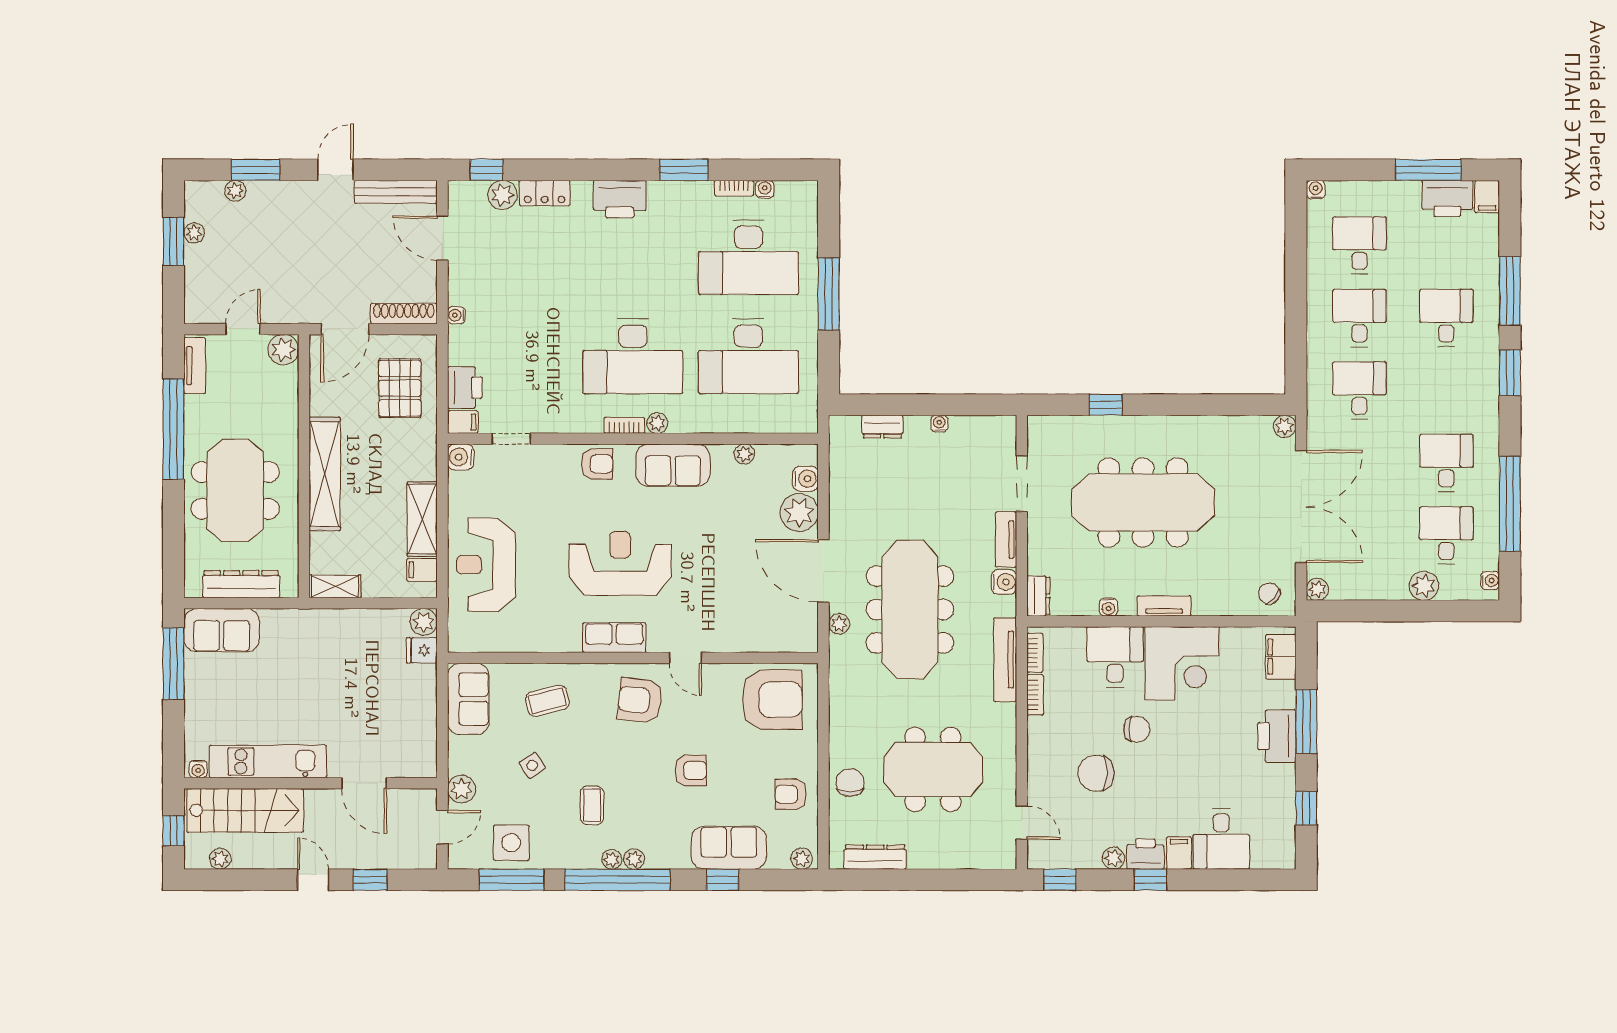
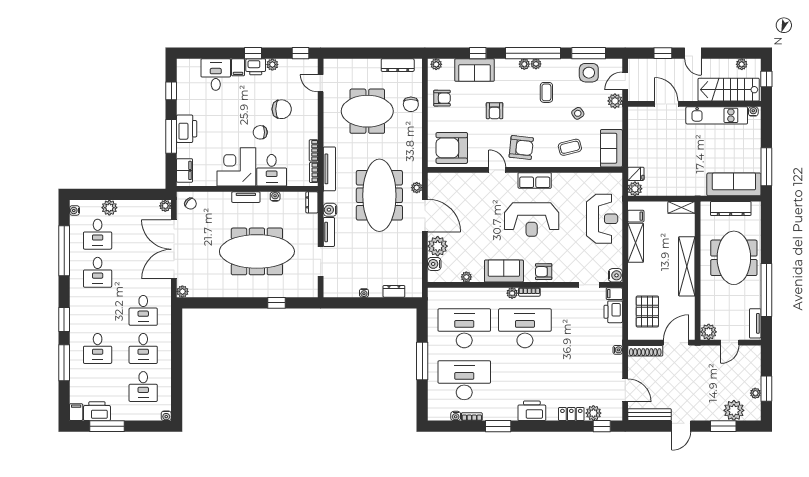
plant: (235, 191) -> (734, 410), width x1.88, depth x1.88
sofa: (222, 630) -> (734, 184), width x1.36
armchair: (691, 770) -> (495, 111), turned -90

